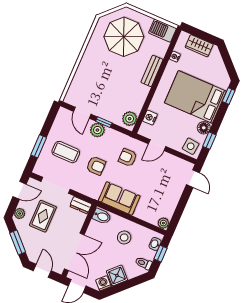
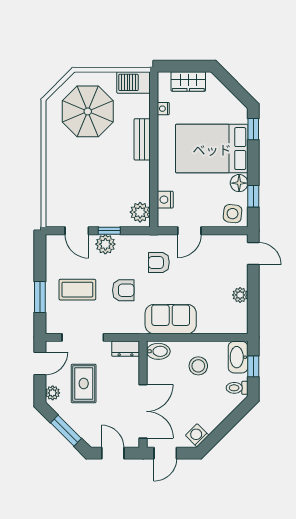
plant: (163, 223) -> (240, 295), moved
washbasin: (155, 244) -> (238, 357), width x1.91, depth x1.45
shower: (117, 276) -> (210, 418), removed

